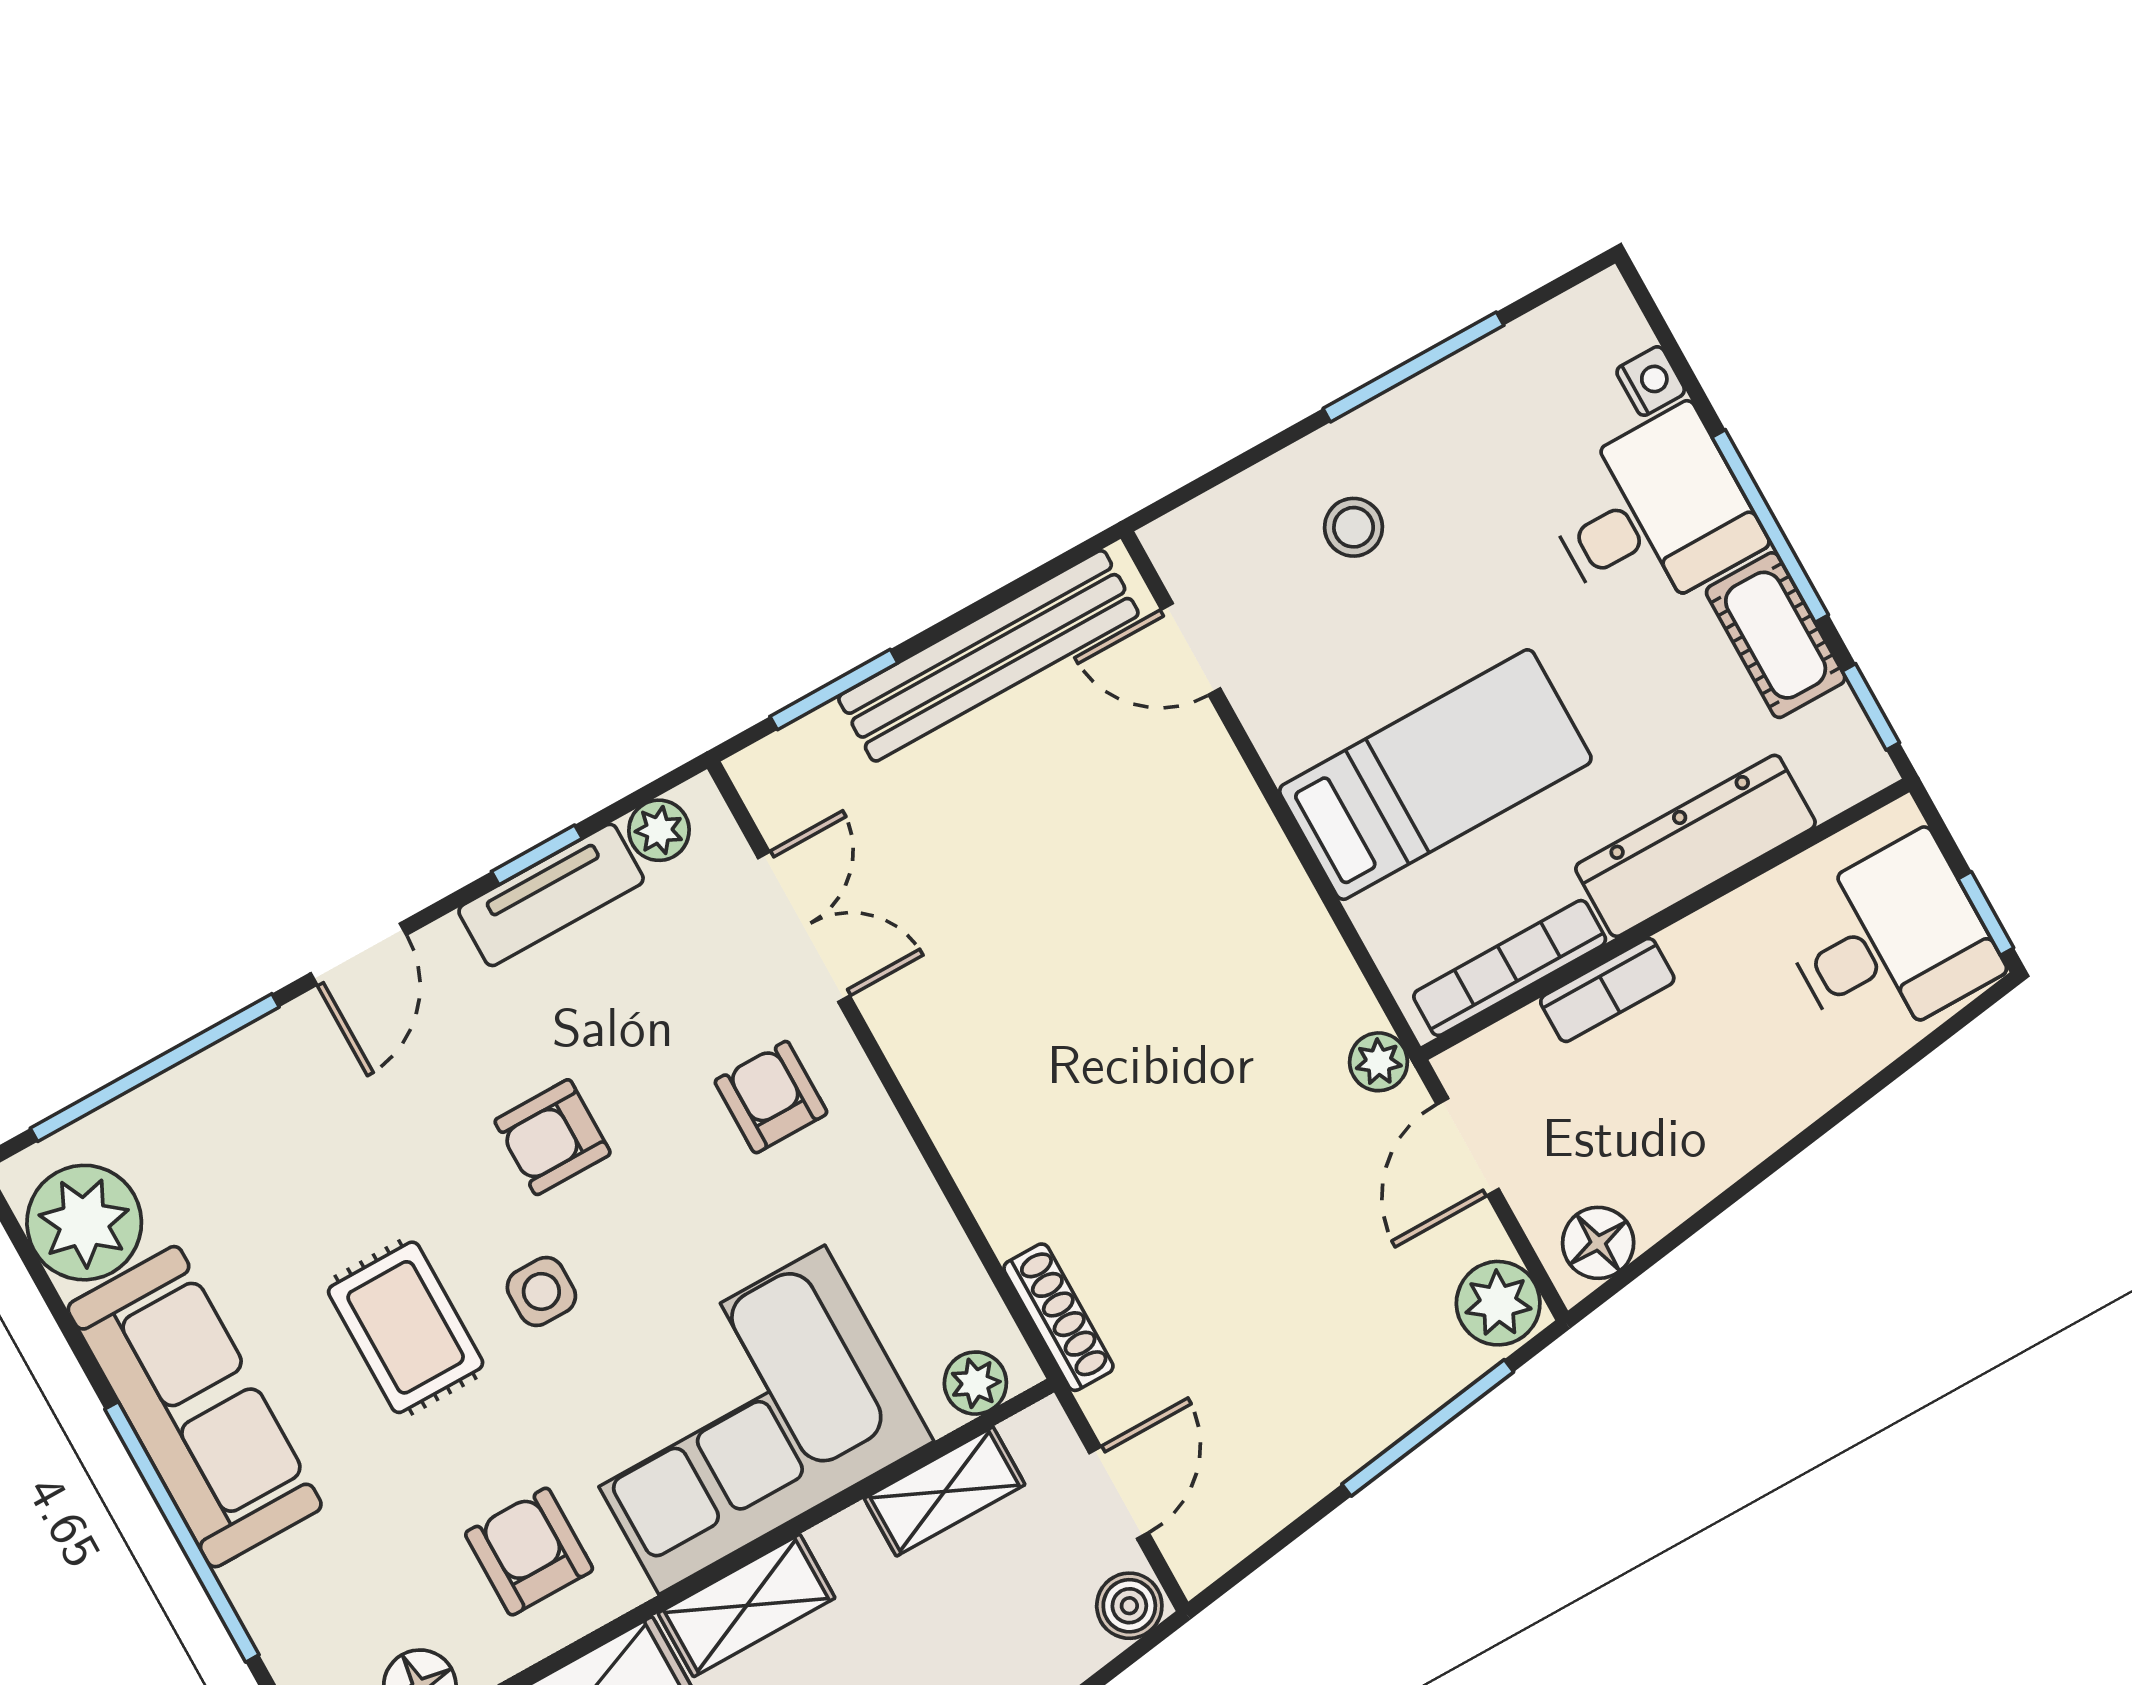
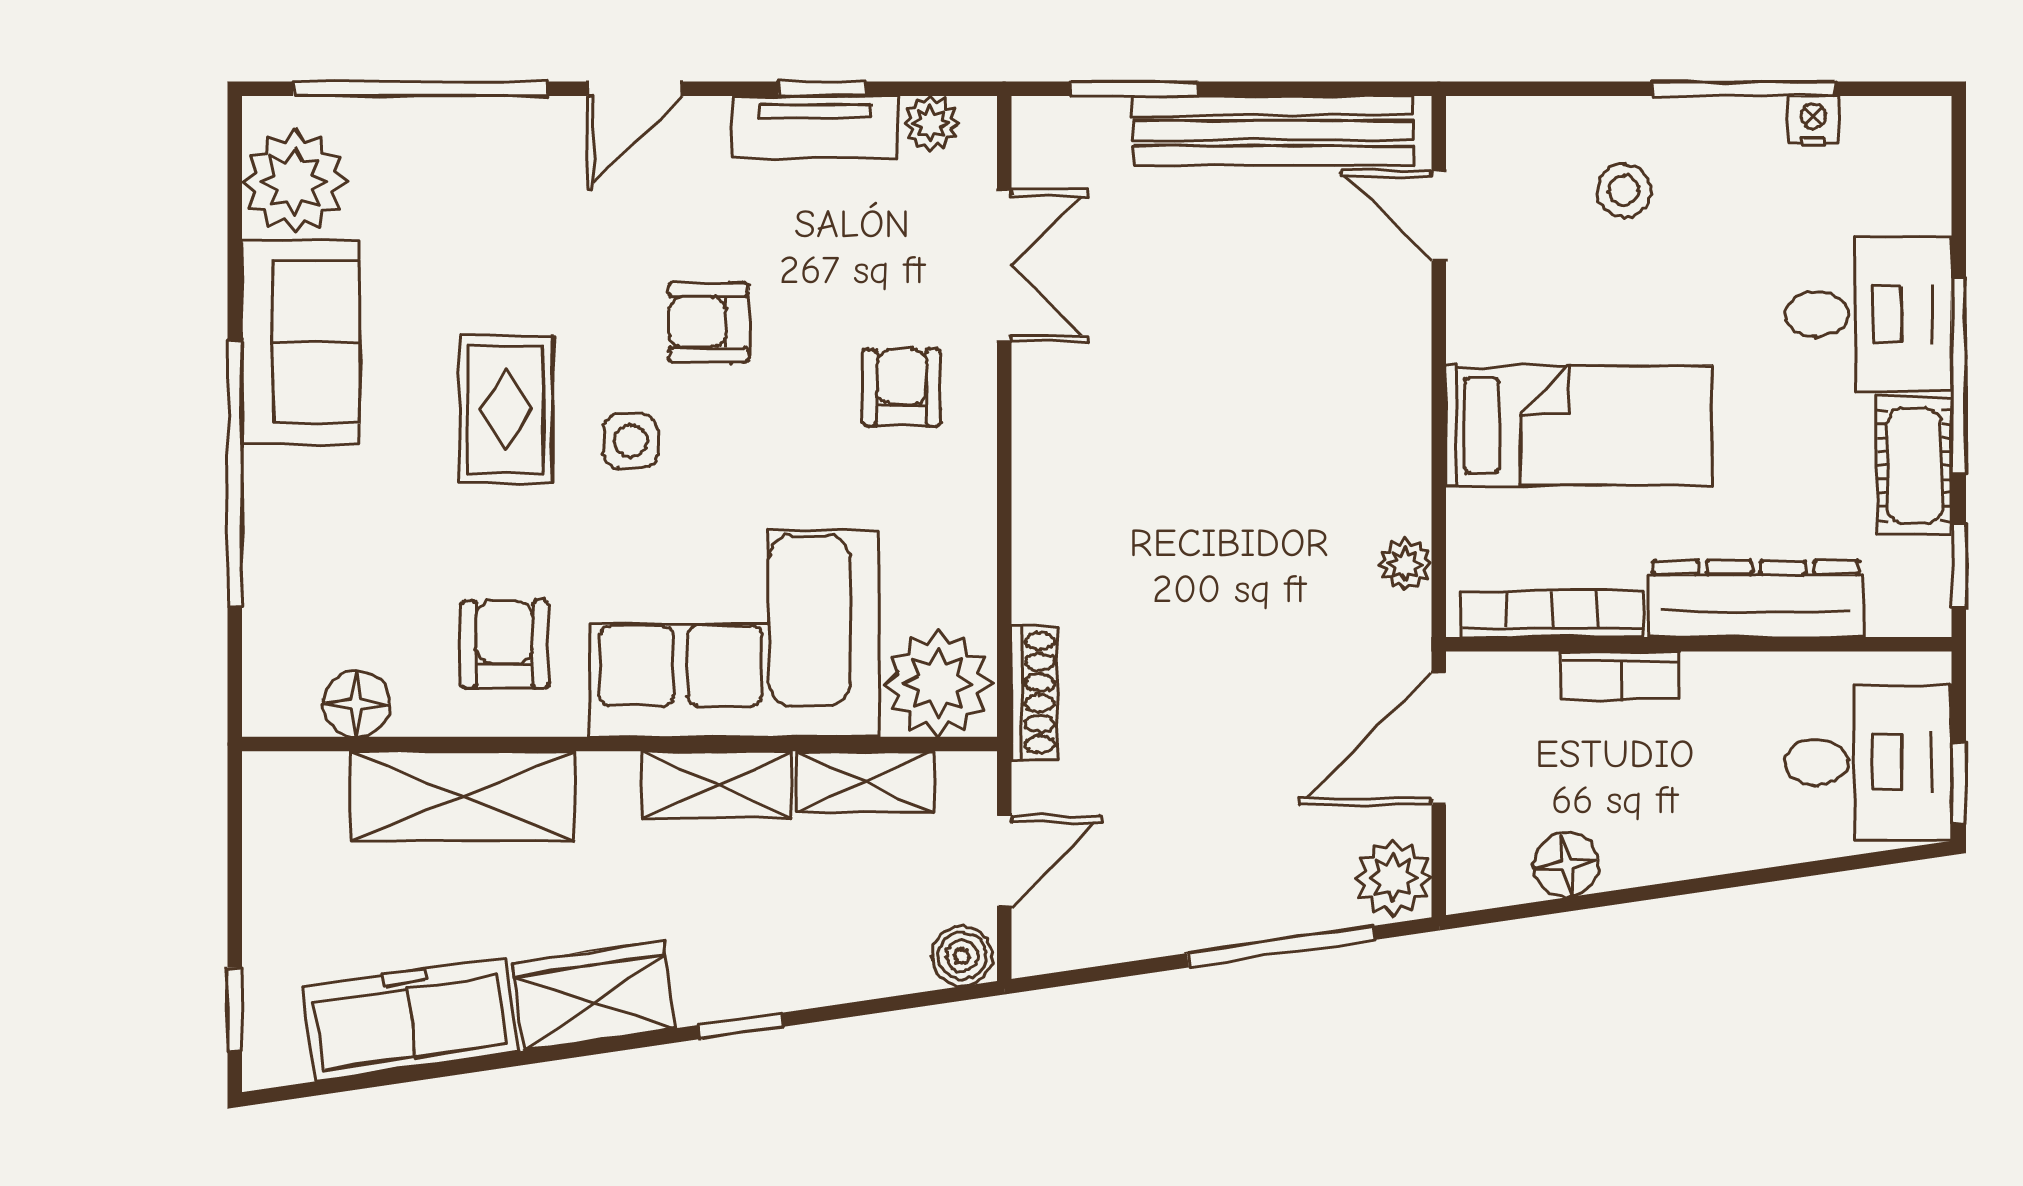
nightstand: (1651, 381) -> (1813, 120), moved, turned -90
plant: (1379, 1062) -> (1405, 564), moved
door: (1468, 1147) -> (1439, 739), width x1.38
floor lamp: (1598, 1243) -> (1567, 864), moved
plant: (975, 1383) -> (938, 684), width x1.88, depth x1.88
sofa: (195, 1407) -> (301, 342), width x0.73
shelving: (747, 1606) -> (717, 785), moved

